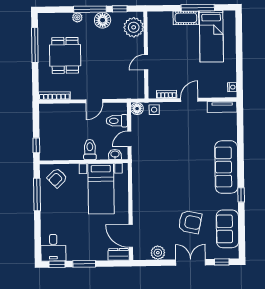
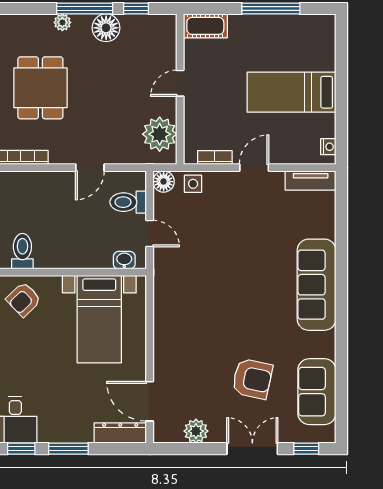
cot: (186, 18) -> (205, 26), moved
plant: (134, 27) -> (160, 134), moved
bed: (211, 36) -> (291, 92), moved, turned 90
door: (146, 62) -> (180, 83), moved
door: (129, 139) -> (150, 234), swing flipped
toilet: (90, 150) -> (22, 251), moved
window: (241, 195) -> (341, 333), removed
dresser: (119, 254) -> (120, 433), width x1.44

